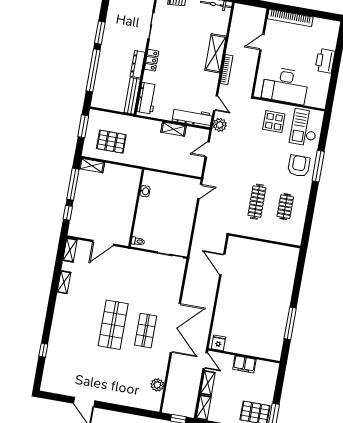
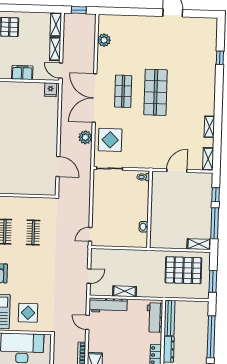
plant: (220, 125) -> (85, 137), moved
pallet: (111, 142) -> (183, 270), width x1.37, depth x1.41
clothes rail: (257, 202) -> (33, 233), width x0.73
display table: (166, 284) -> (110, 140), added

